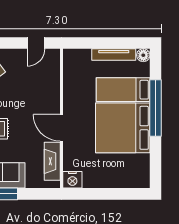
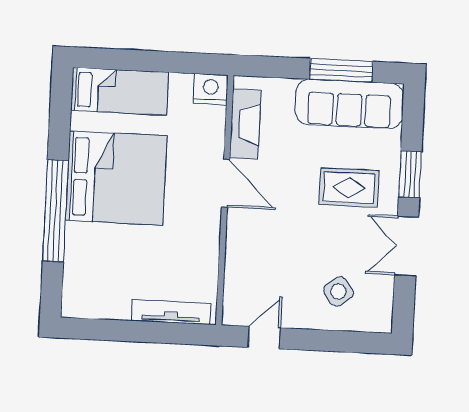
tv unit: (114, 55) -> (171, 312), moved
floor lamp: (143, 55) -> (73, 306), removed
bed: (123, 90) -> (120, 91), moved

